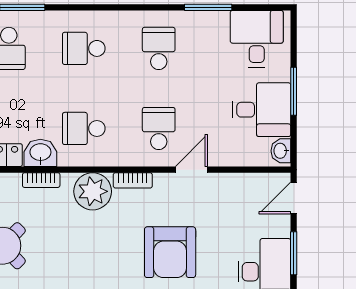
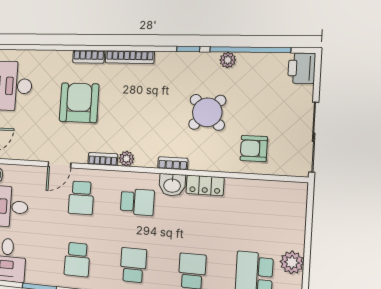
school desk: (84, 48) -> (133, 265), turned -90
plant: (93, 191) -> (126, 159), width x0.53, depth x0.53

